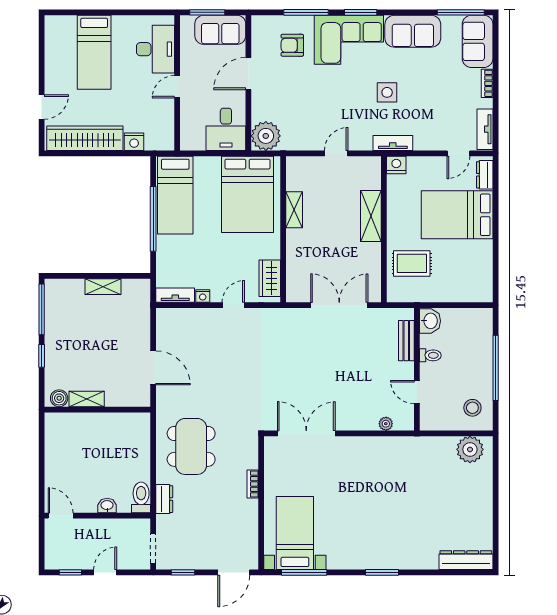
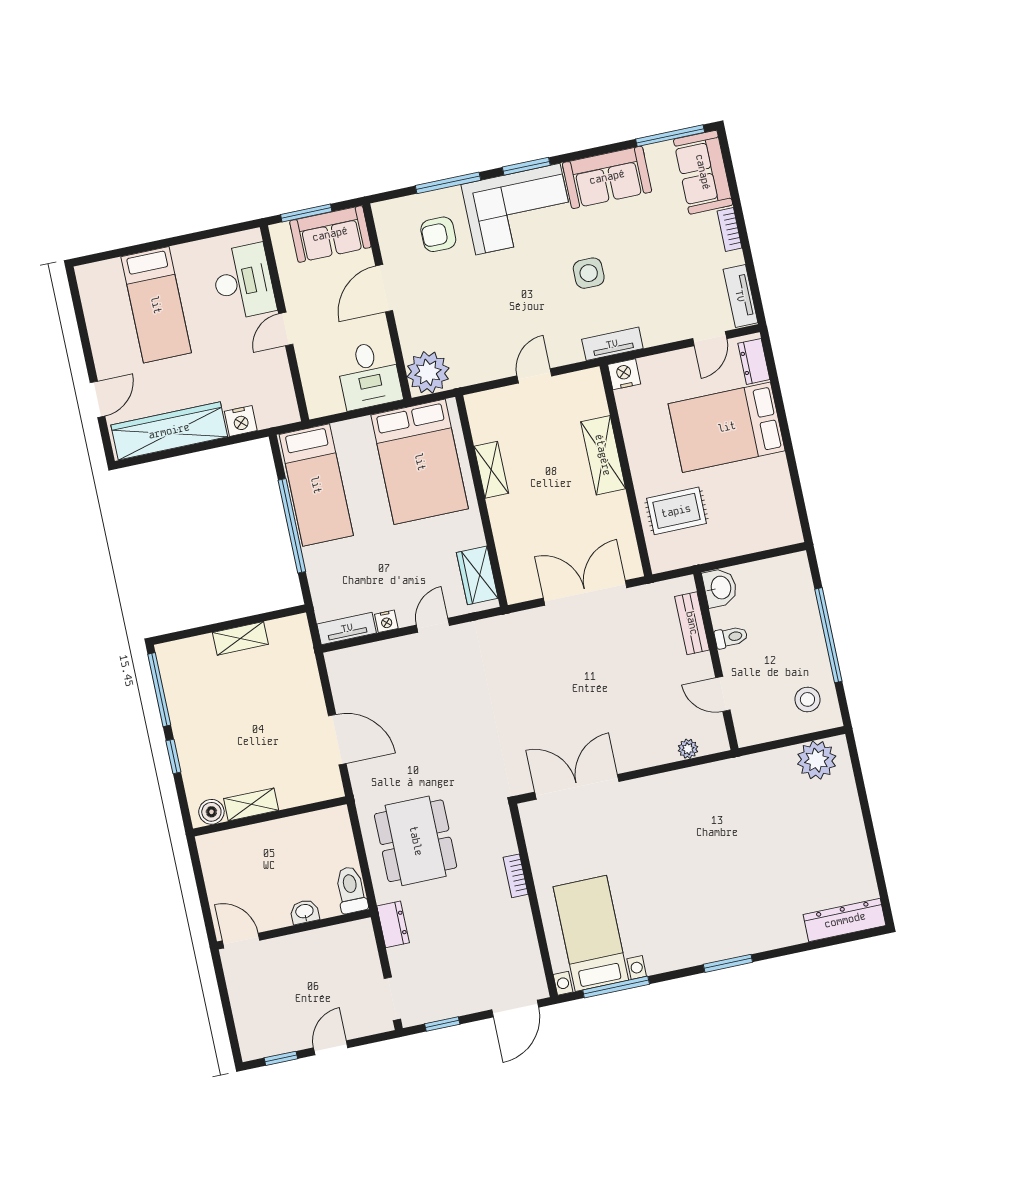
toilet: (141, 497) -> (351, 890), moved
washbasin: (107, 506) -> (305, 912), moved
door: (61, 516) -> (241, 941), moved
wall: (97, 516) -> (294, 929), moved

